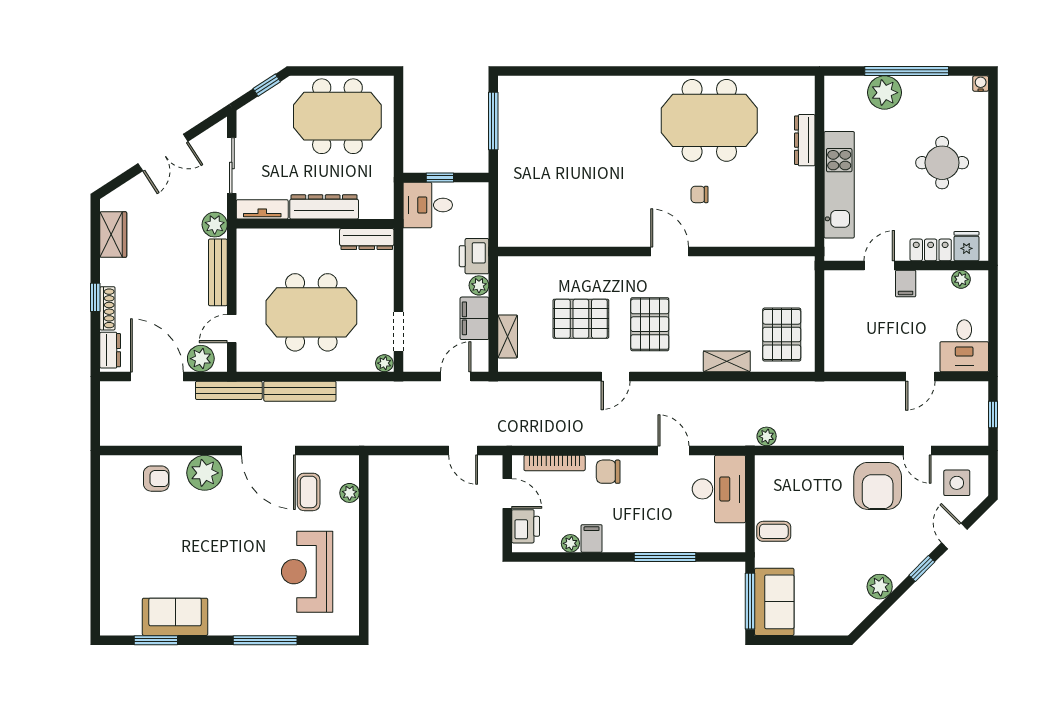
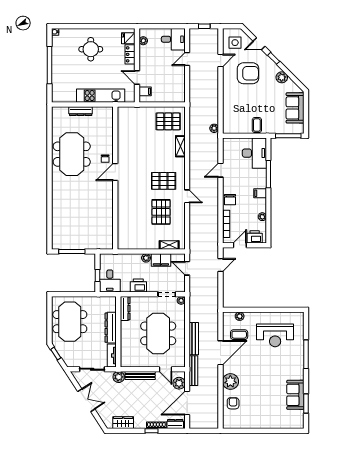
plant: (884, 93) -> (59, 75), removed
wall: (656, 252) -> (115, 178), moved
door: (670, 252) -> (115, 172), moved
printer: (474, 256) -> (138, 285), moved, turned 180
filing cabinet: (906, 283) -> (145, 91), moved
door: (920, 376) -> (187, 59), swing flipped
armchair: (878, 486) -> (248, 73), moved
desk: (719, 489) -> (254, 153), moved, turned 90
filing cabinet: (592, 538) -> (260, 193), moved
sofa: (774, 602) -> (295, 108), moved, turned -90

